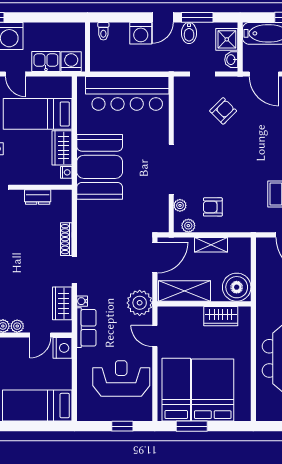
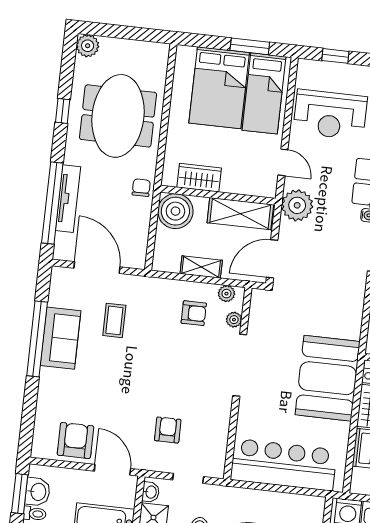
armchair: (223, 111) -> (168, 430), turned 135
chair: (266, 303) -> (141, 188), added

